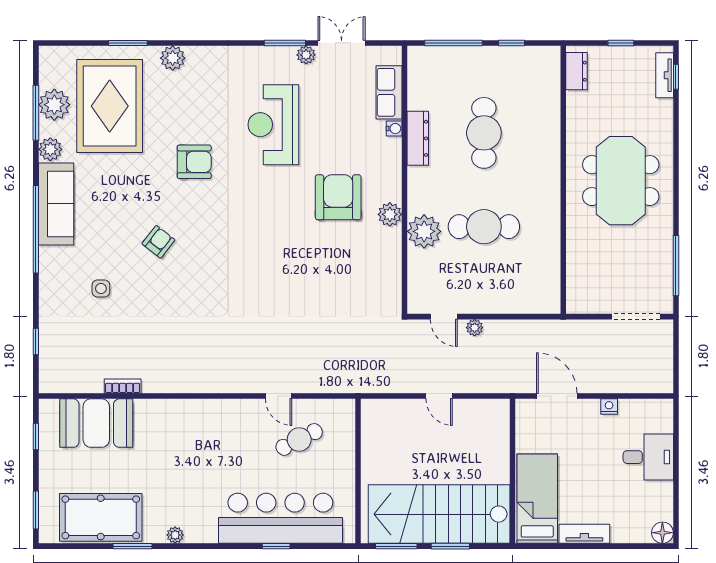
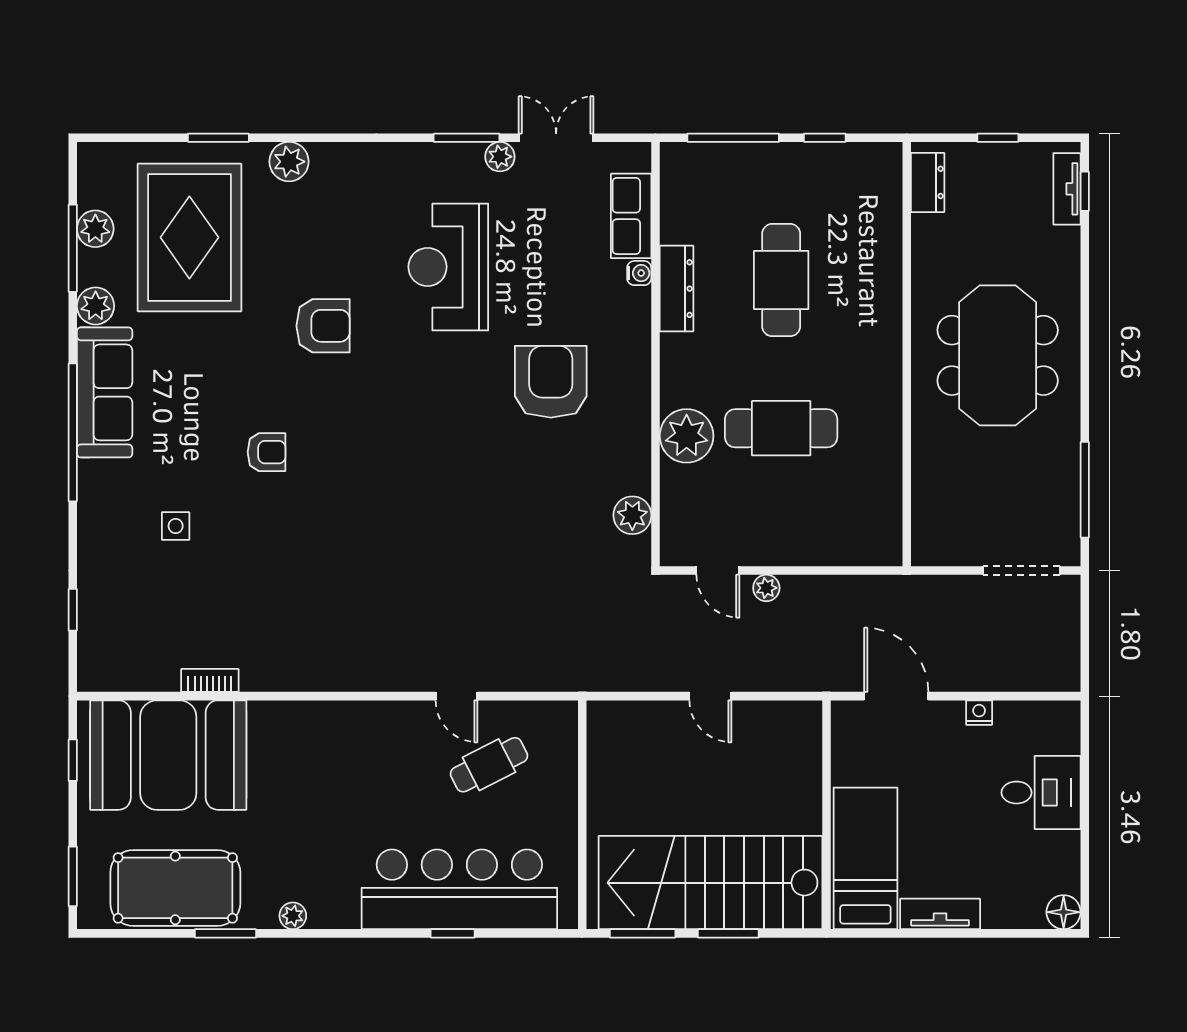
plant: (54, 105) -> (95, 229), width x0.73, depth x0.73
plant: (390, 214) -> (632, 515), moved
armchair: (158, 242) -> (267, 452), turned 52
booth: (96, 423) -> (168, 755), width x1.36, depth x1.42

